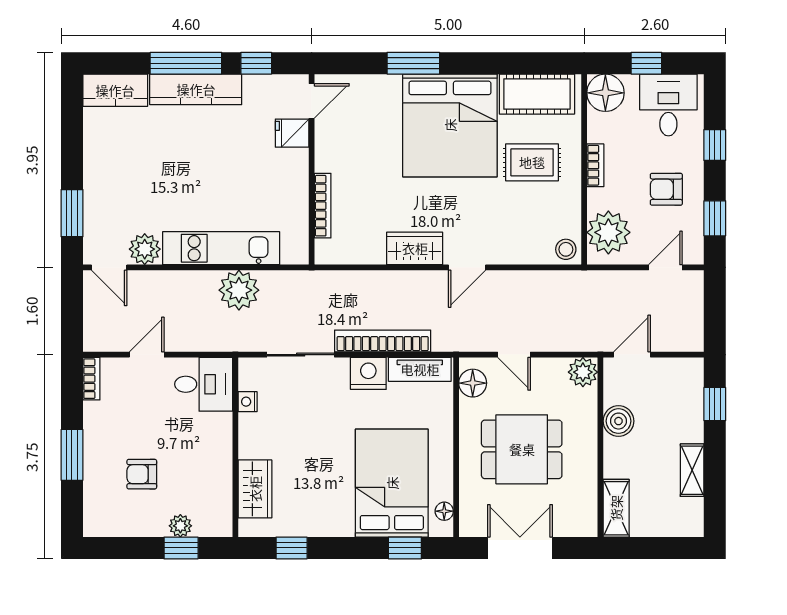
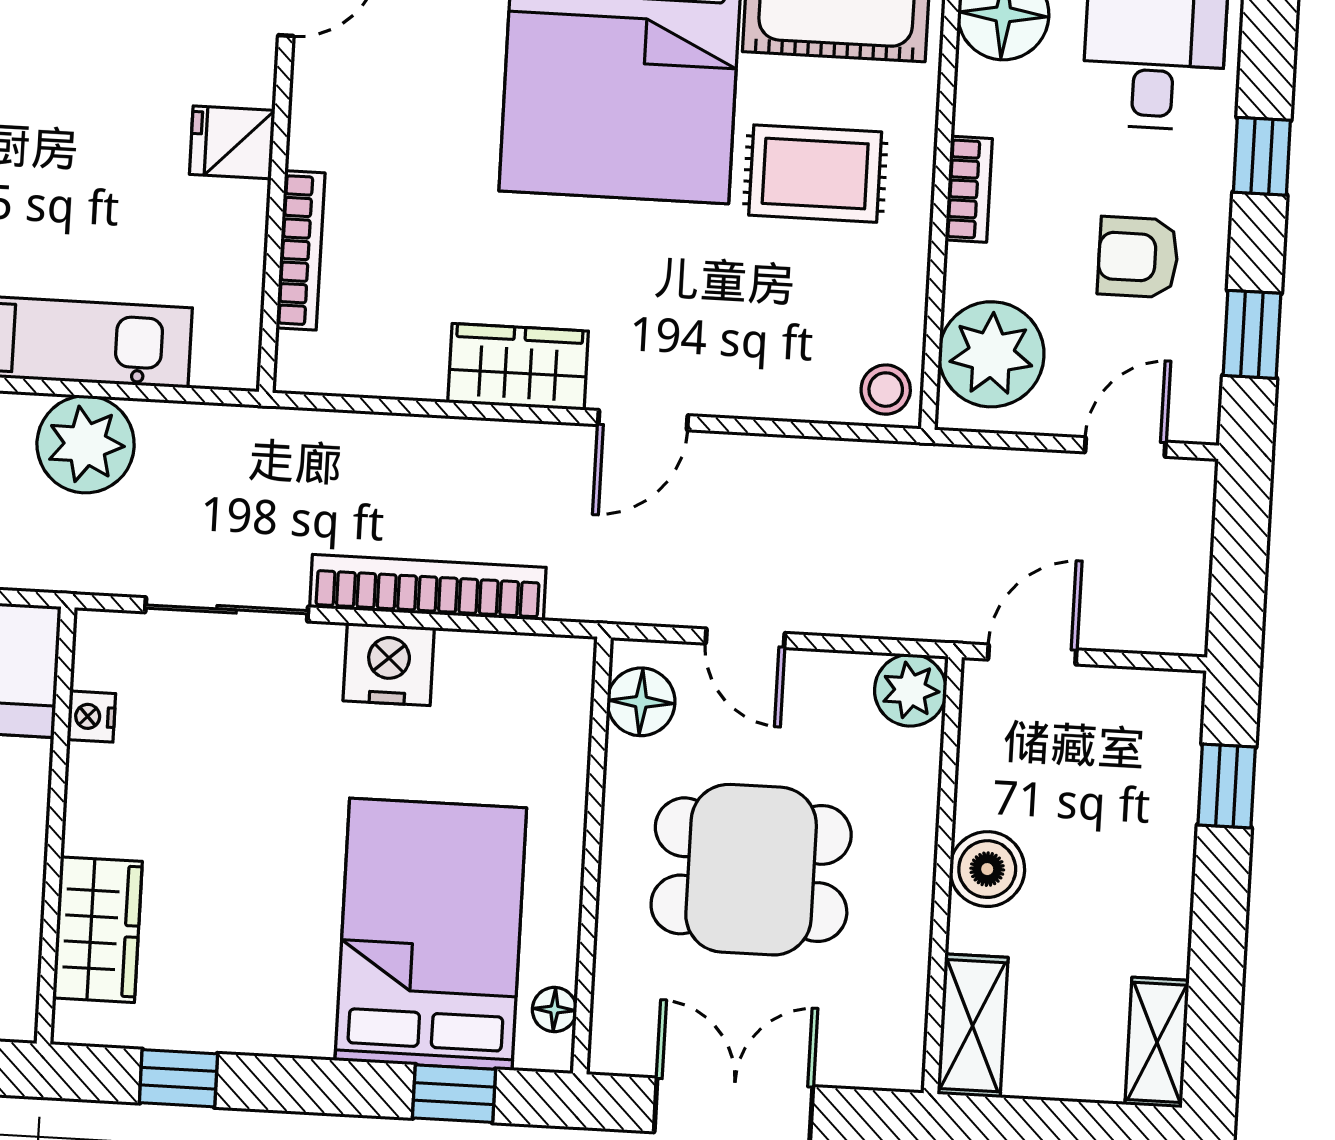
fridge: (292, 133) -> (232, 142), moved
tv unit: (420, 369) -> (514, 661), removed
boiler: (619, 421) -> (987, 869), moved
shelving: (692, 470) -> (1157, 1042), moved

